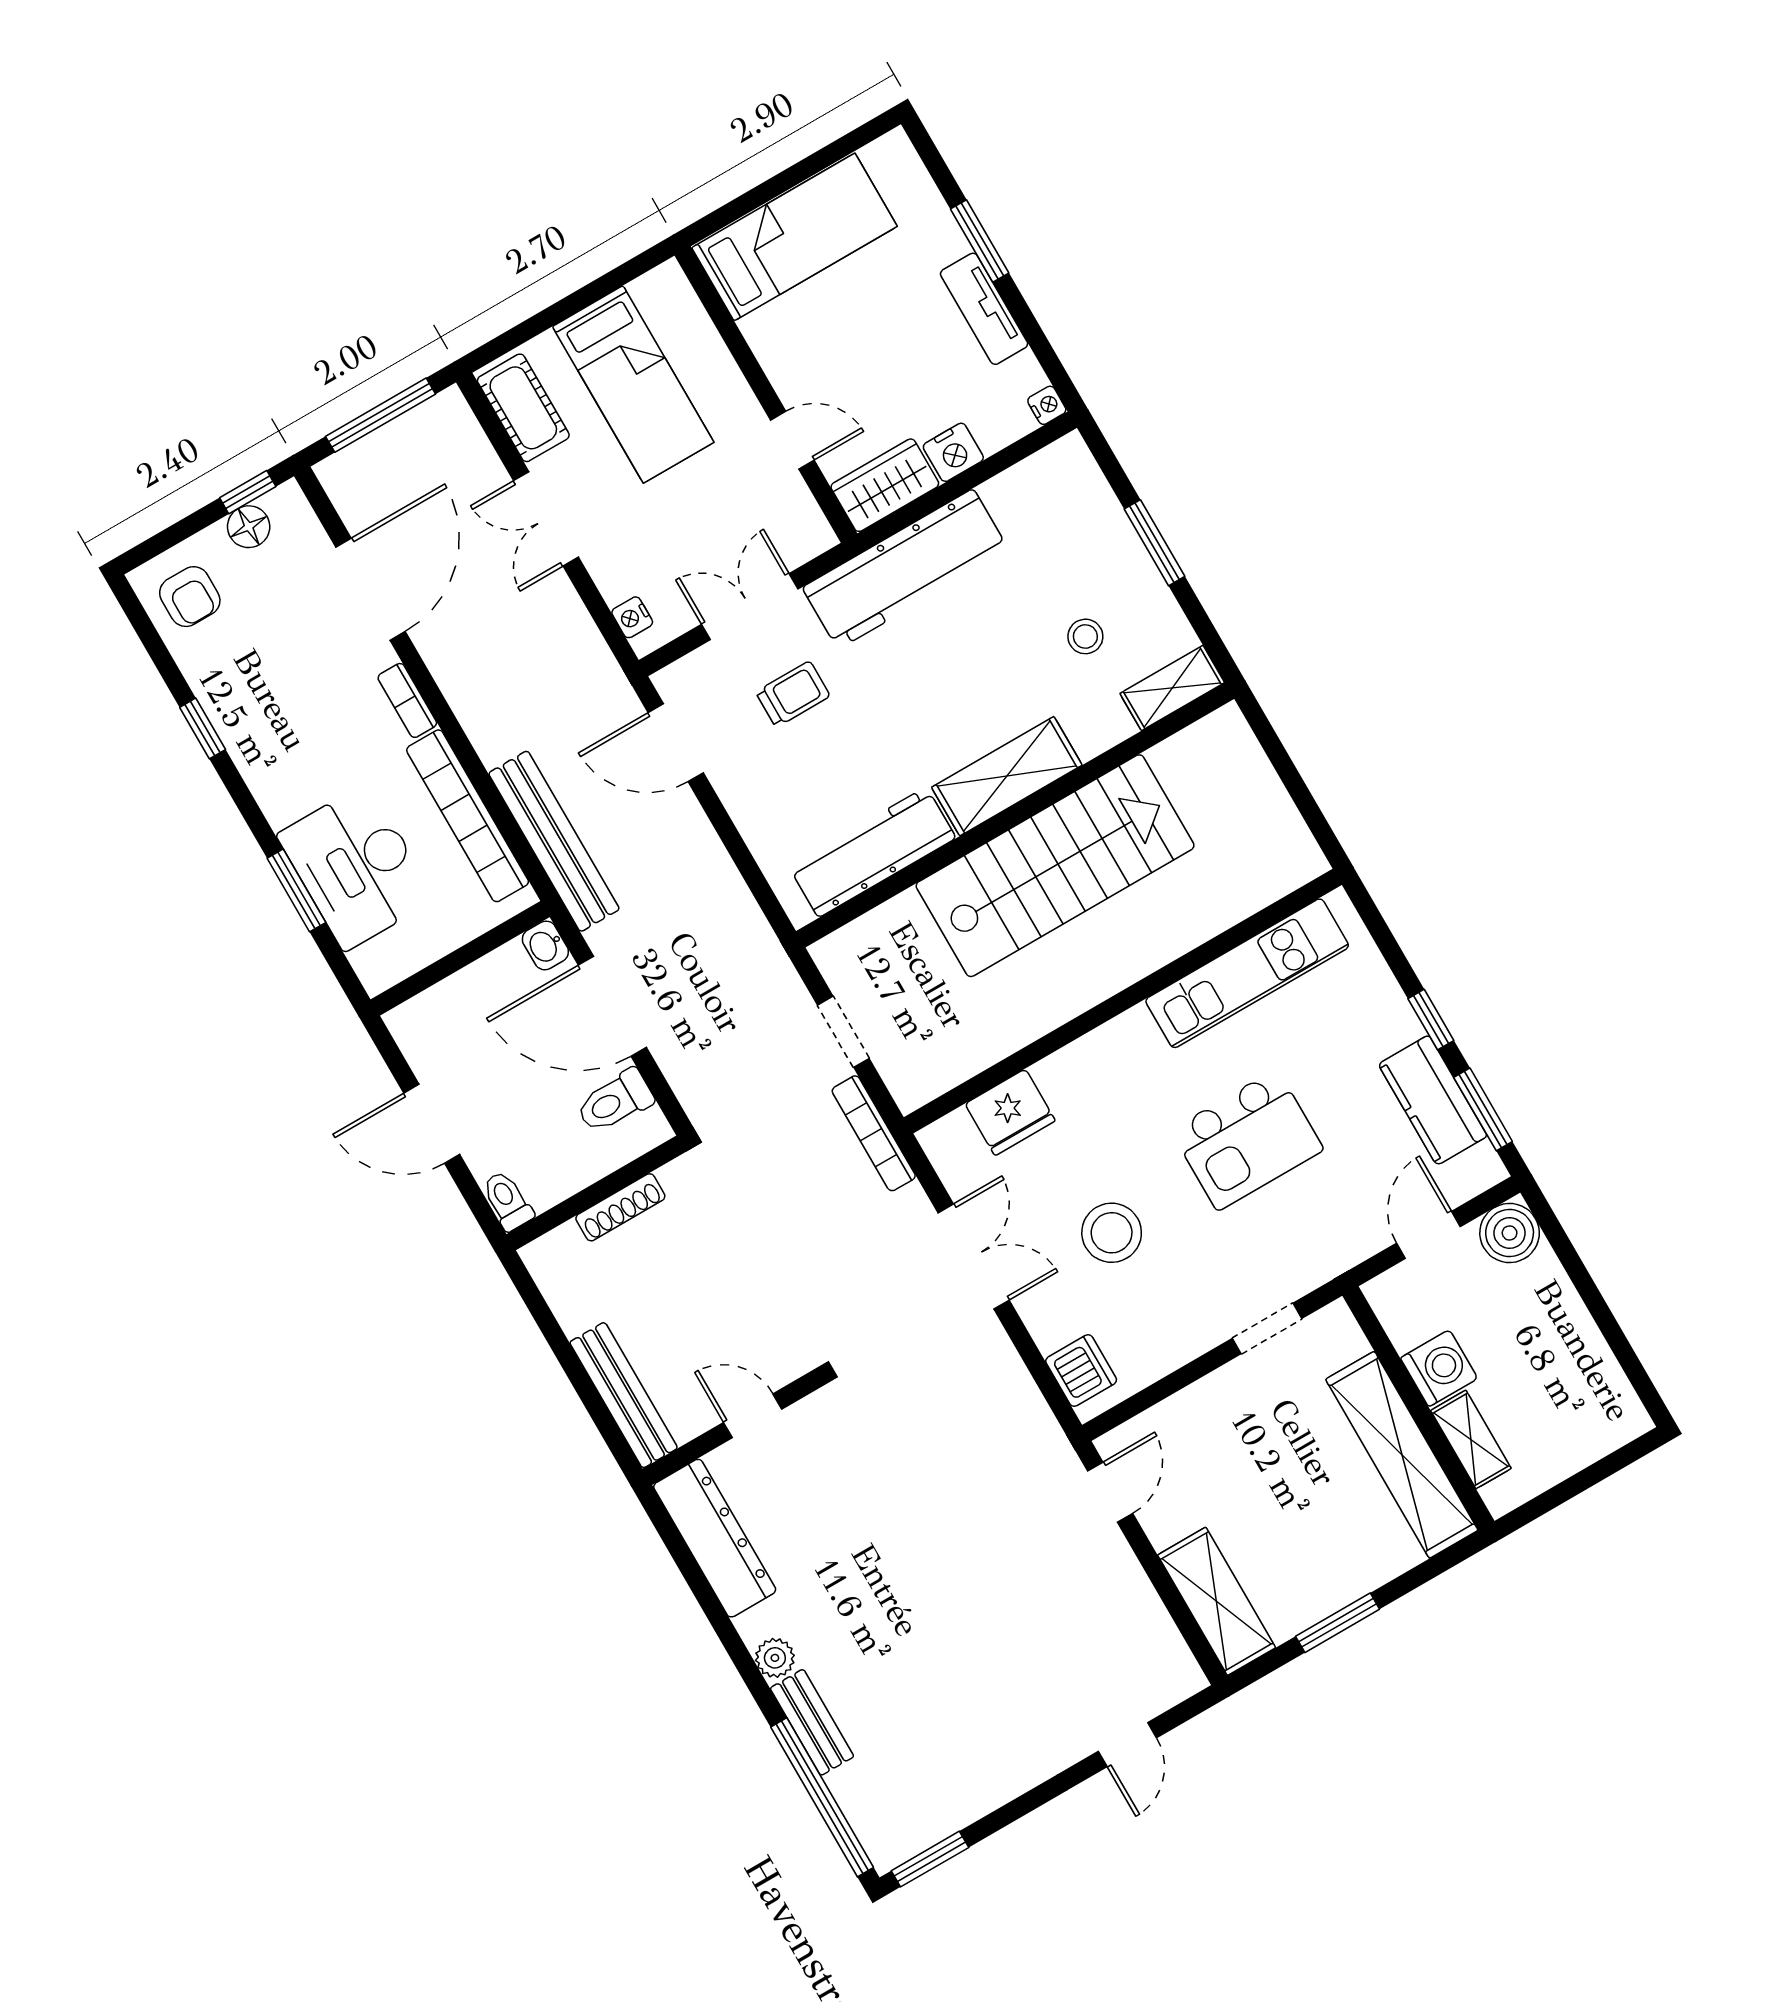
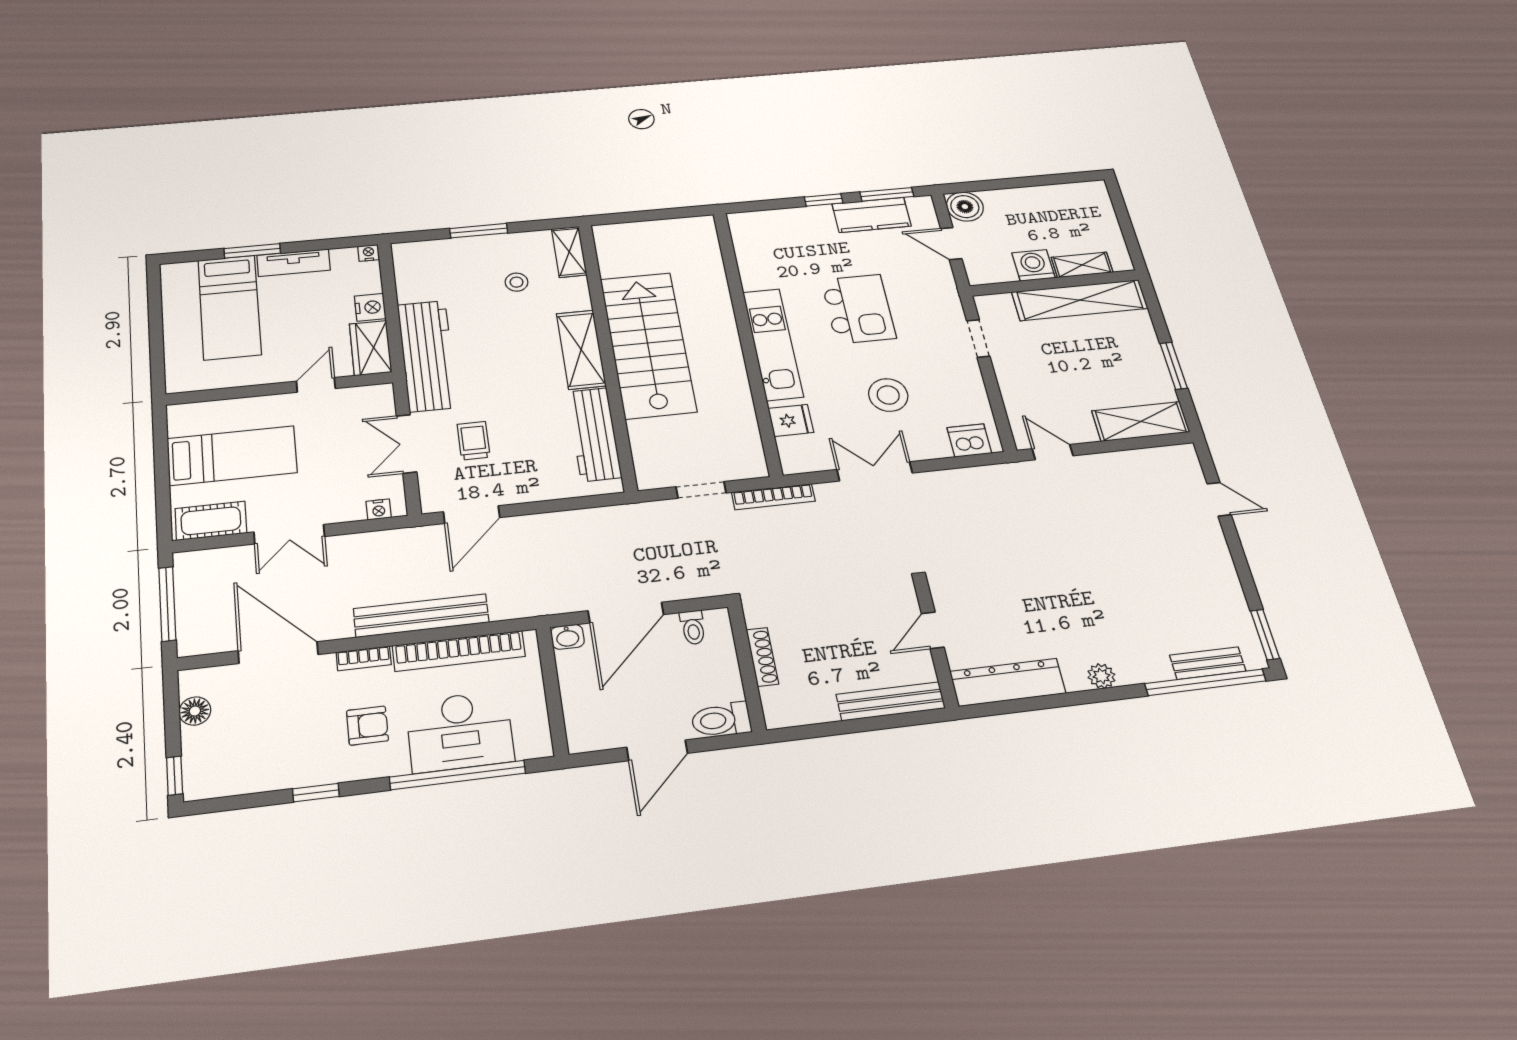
bed: (794, 237) -> (229, 307), moved, turned 180
window: (248, 492) -> (174, 776), moved
armchair: (190, 597) -> (367, 726), moved
bench: (554, 841) -> (421, 616), moved
window: (296, 890) -> (458, 775), width x2.11
kitchen unit: (1247, 973) -> (773, 344), moved
toilet: (615, 1101) -> (693, 627), width x0.73, depth x0.72
fridge: (1010, 1112) -> (791, 420), width x0.72
toilet: (507, 1201) -> (721, 720), width x1.37, depth x1.39
bench: (812, 1722) -> (1208, 663), moved

